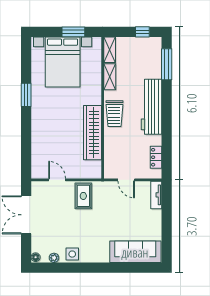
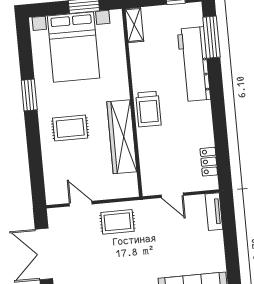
shelving: (110, 77) -> (138, 61), removed
workbench: (152, 107) -> (194, 64), moved
rug: (54, 122) -> (70, 128), added
rug: (83, 196) -> (117, 222), turned 90

